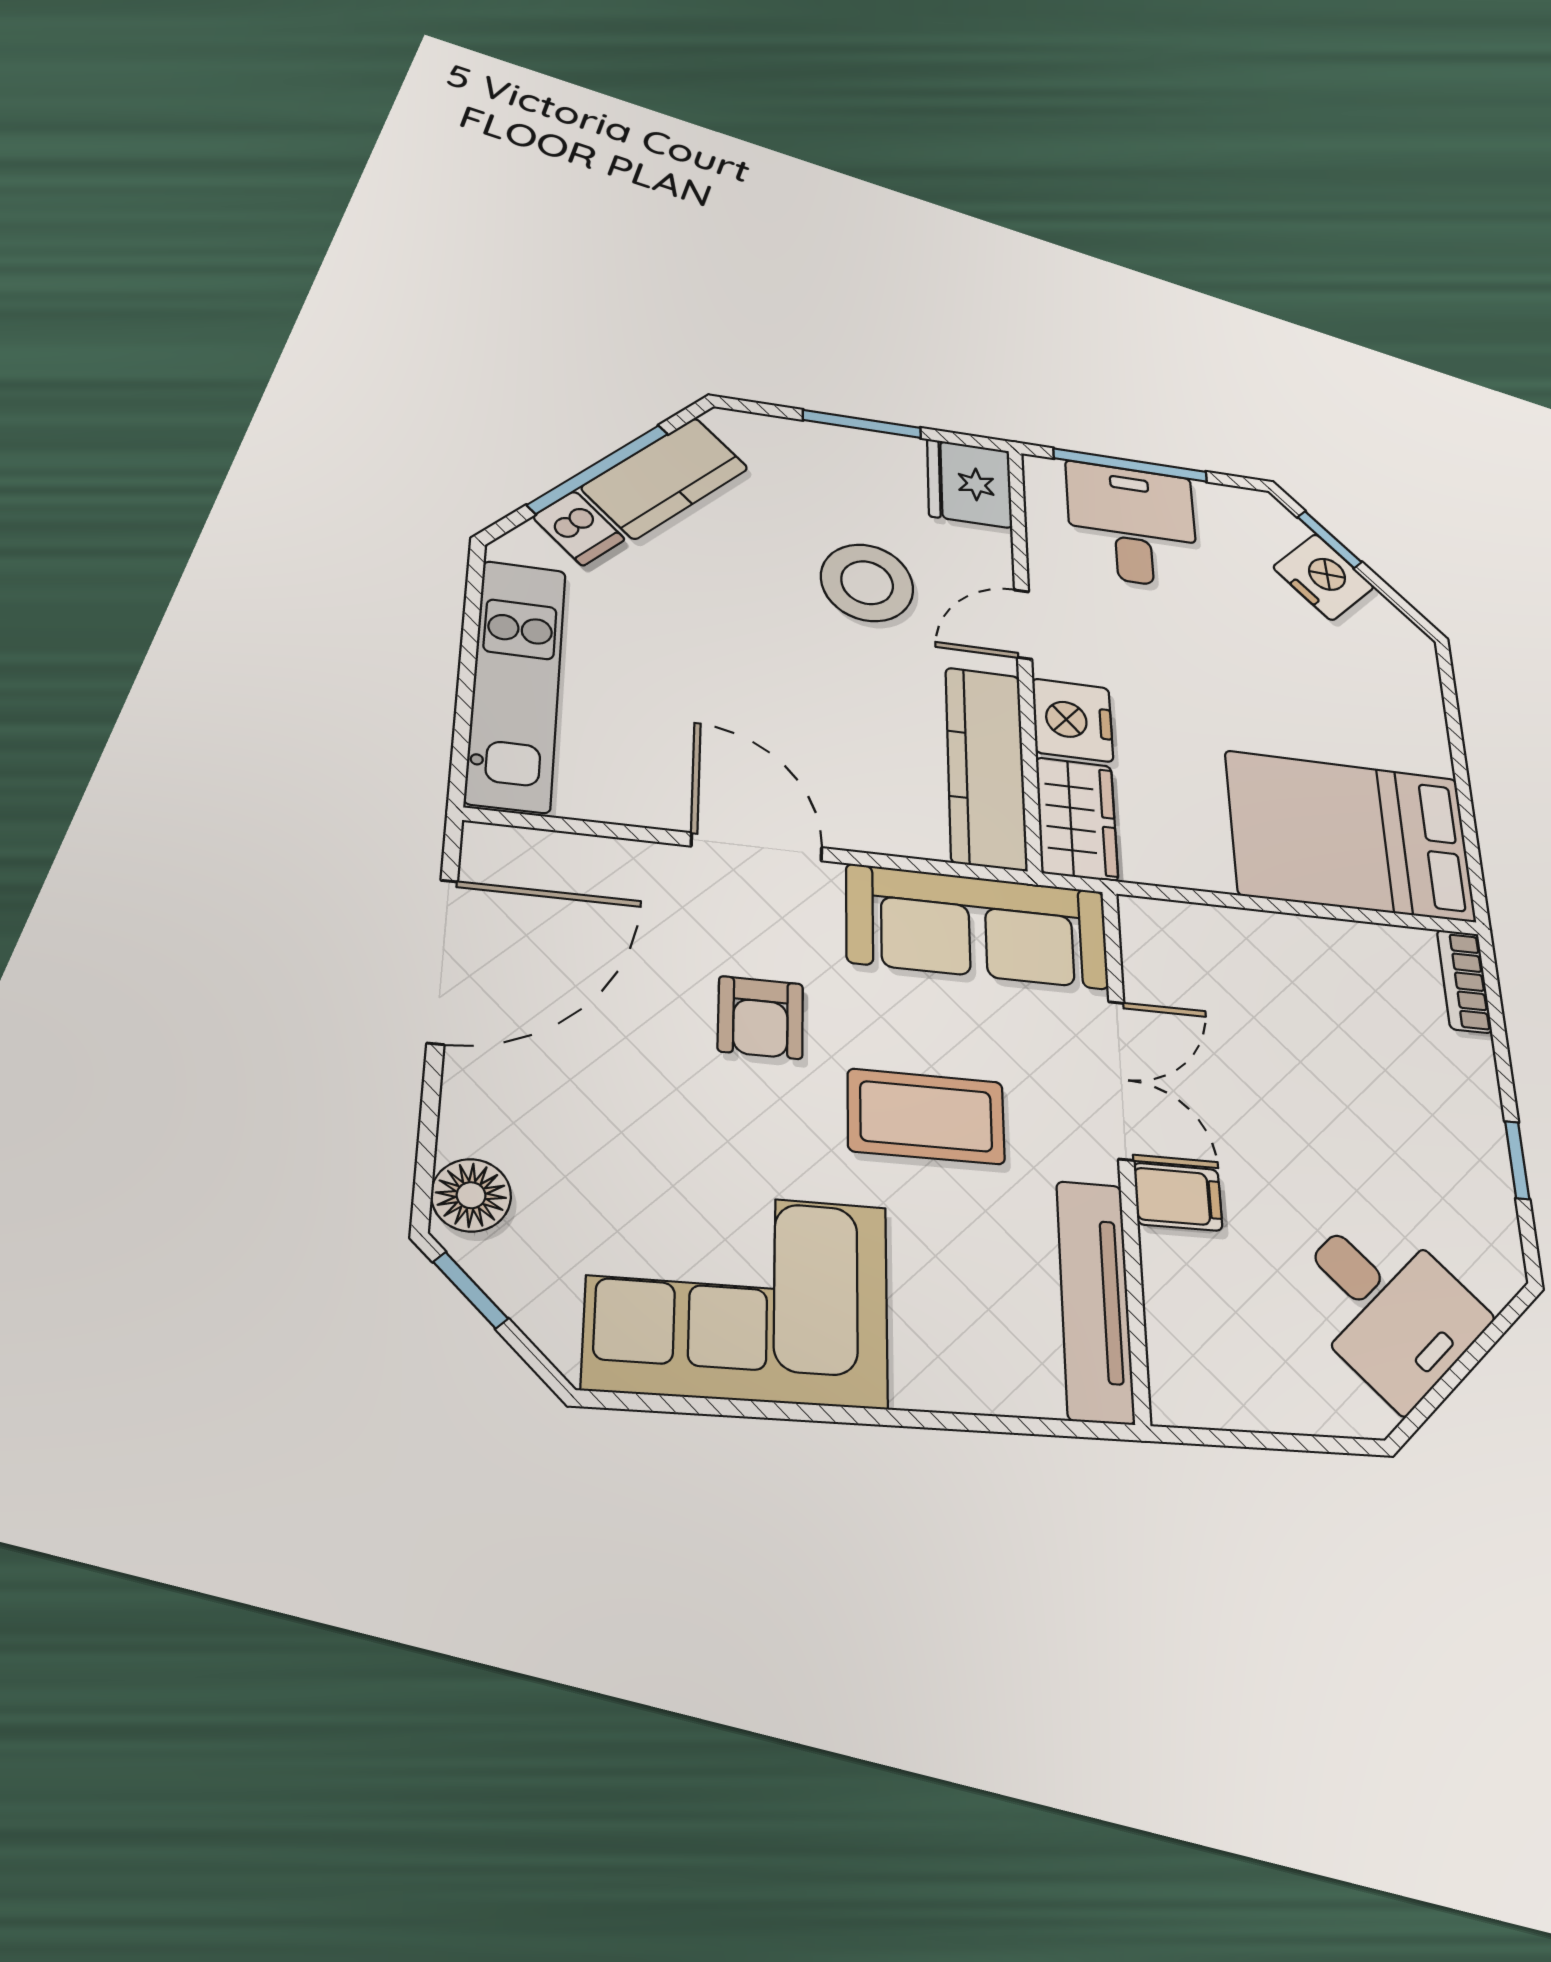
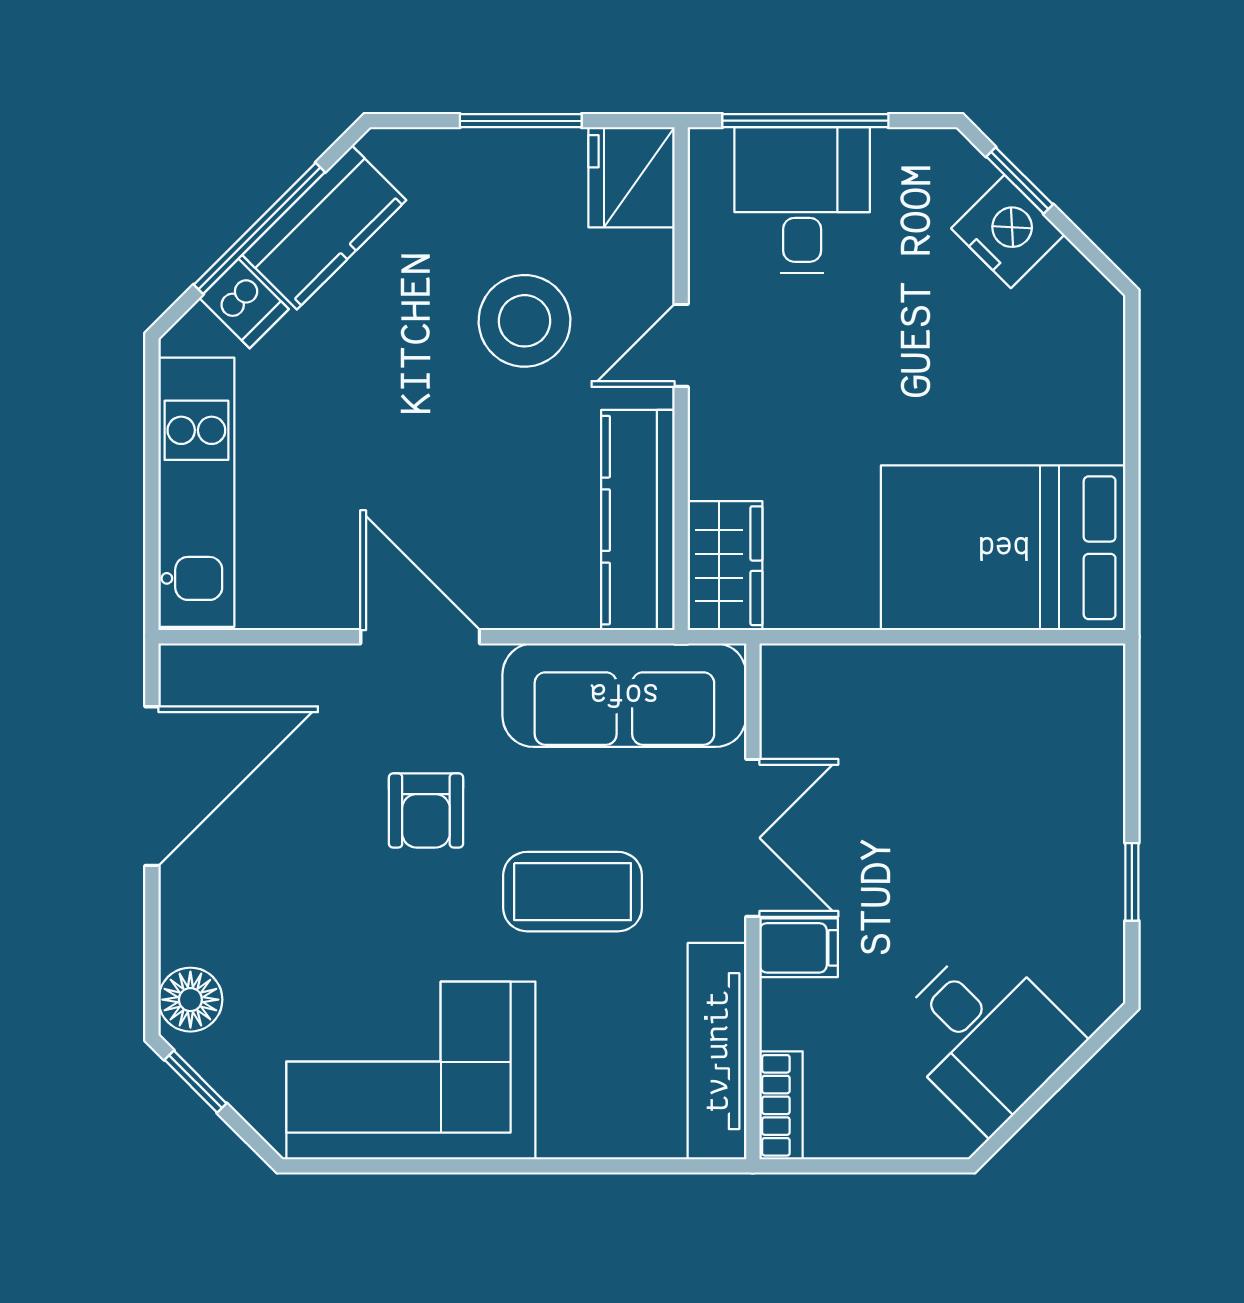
nightstand: (1073, 720) -> (726, 453), removed
bookcase: (1464, 981) -> (781, 1105), moved, turned 180

